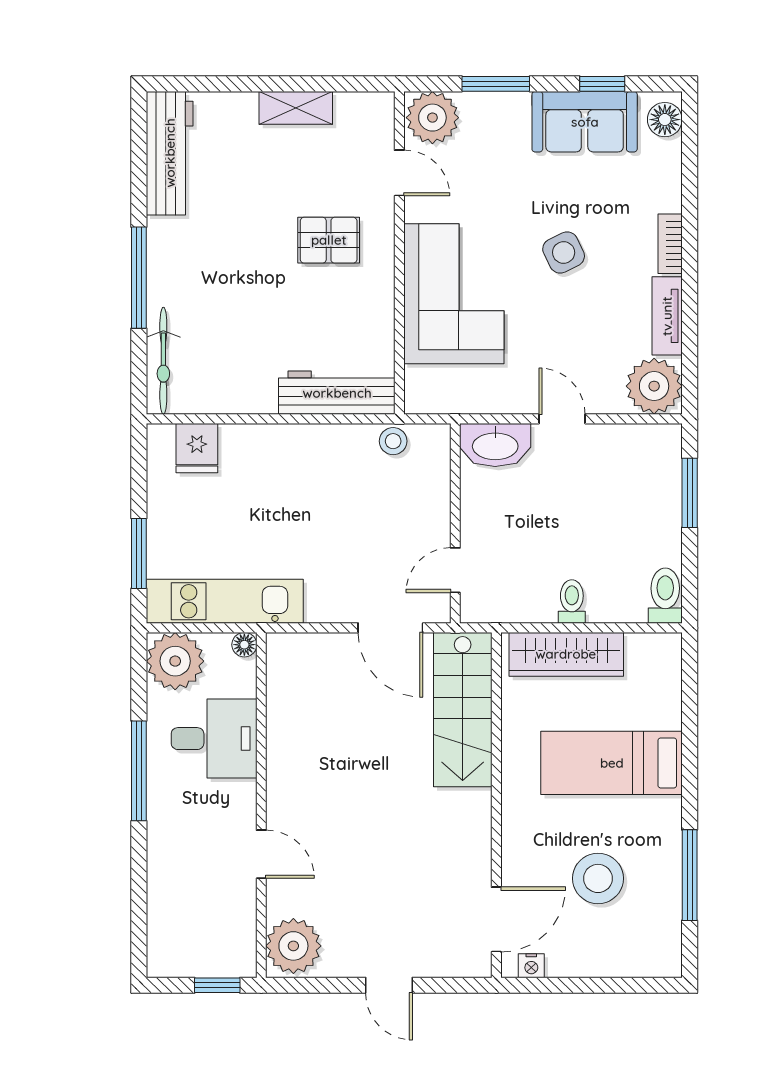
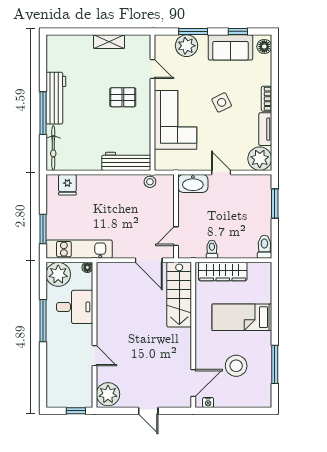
plant: (432, 118) -> (187, 46), moved
workbench: (170, 153) -> (56, 98), moved
toilet: (572, 601) -> (212, 249), moved

